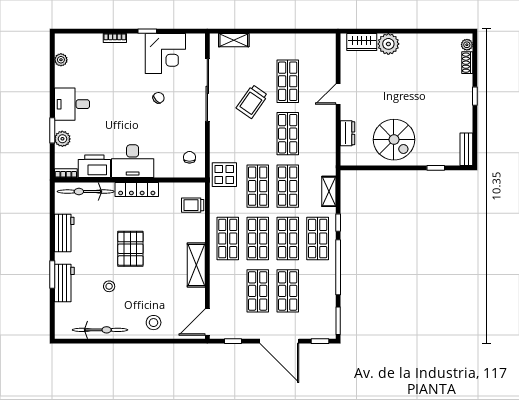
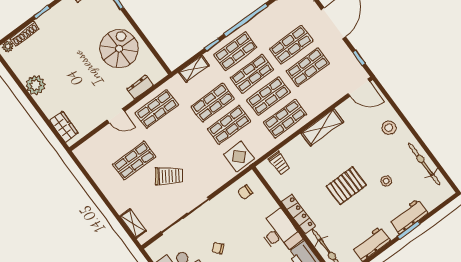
plant: (388, 44) -> (35, 85), moved
shoe rack: (467, 63) -> (25, 34), width x1.43
shop shelf: (288, 134) -> (157, 109), moved

